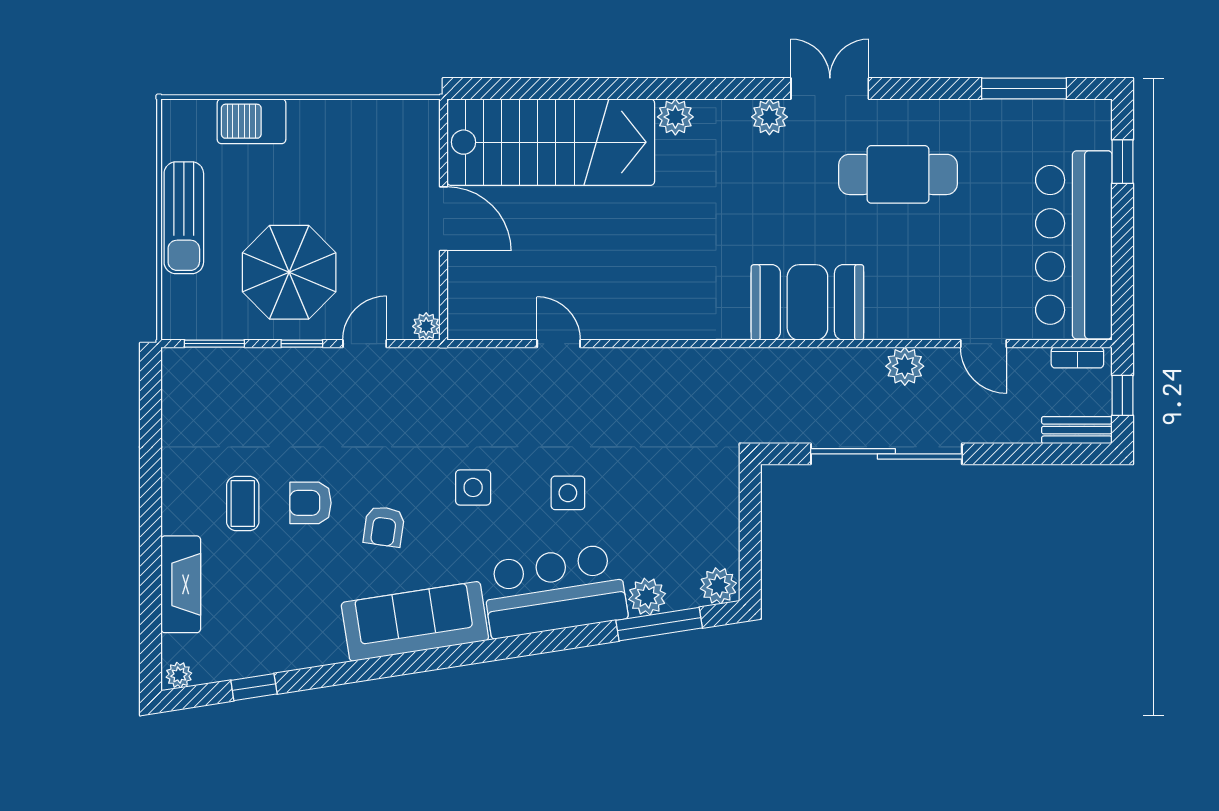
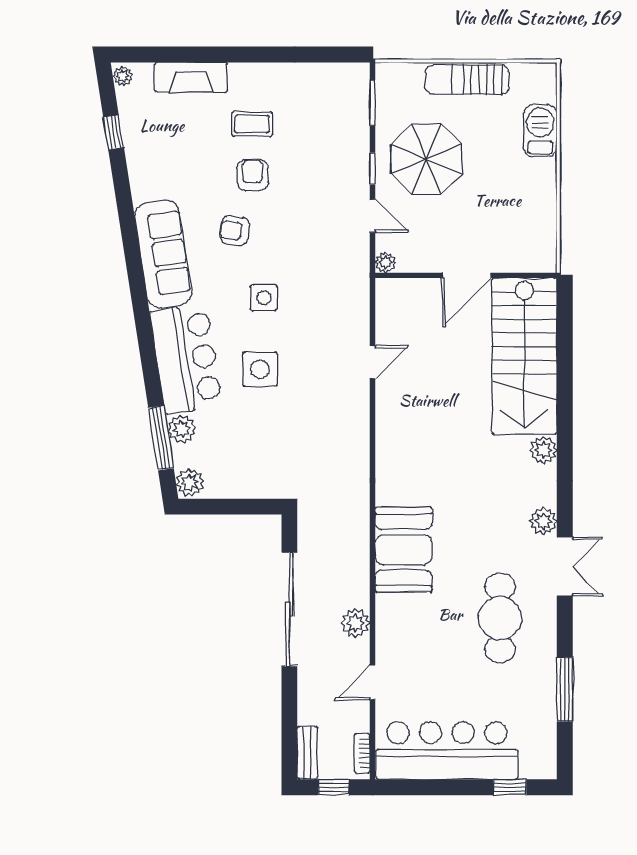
window: (1024, 89) -> (565, 689), moved
side table: (568, 493) -> (260, 369), width x1.37, depth x1.37

